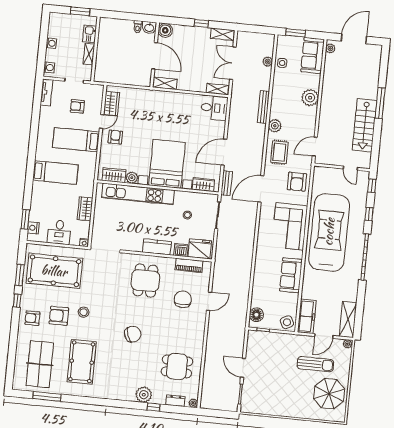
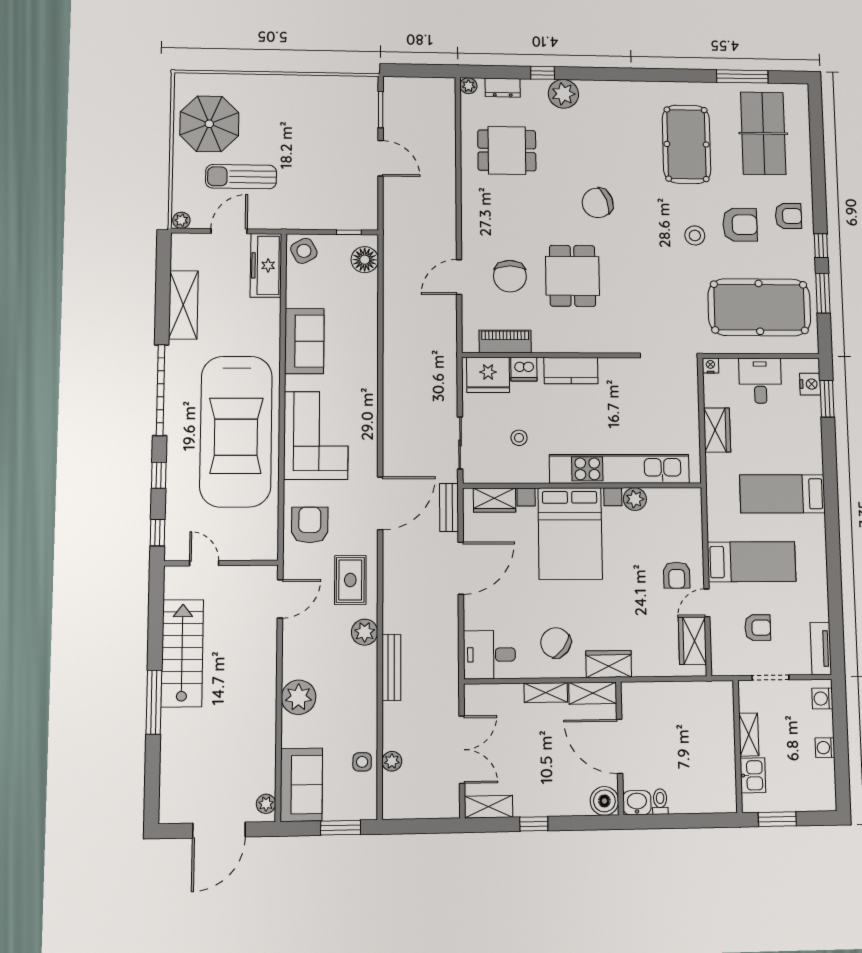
shelving: (217, 89) -> (546, 693), moved
chair: (180, 110) -> (556, 643), added
wardrobe: (114, 175) -> (609, 664), moved, turned 180
dining table: (145, 281) -> (572, 276), moved
shelving: (348, 319) -> (183, 305), moved

